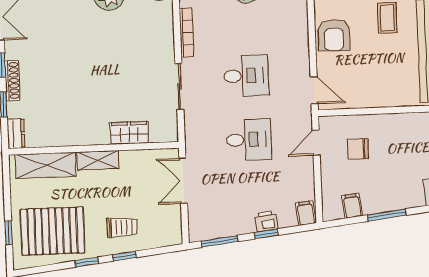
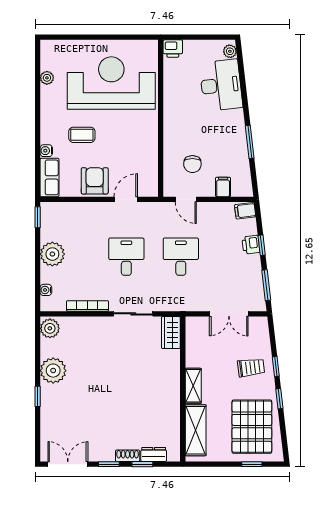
armchair: (334, 35) -> (95, 181), turned -90
shoe rack: (12, 81) -> (128, 456), width x0.70
door: (314, 90) -> (126, 199), moved
dresser: (16, 133) -> (154, 454), moved
wardrobe: (129, 133) -> (171, 333), moved
double door: (183, 181) -> (229, 314), moved
filing cabinet: (352, 206) -> (223, 187), moved, turned 97
trolley: (122, 227) -> (251, 367), turned 83

